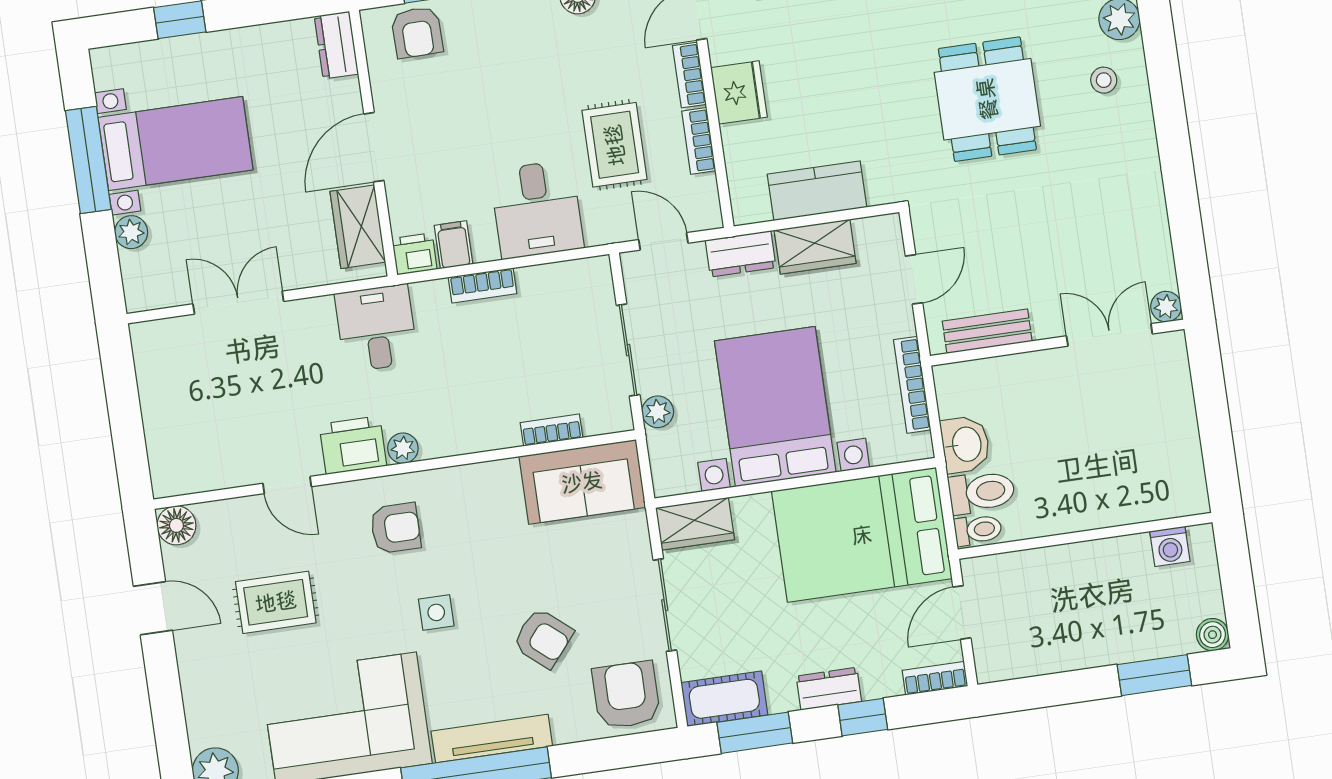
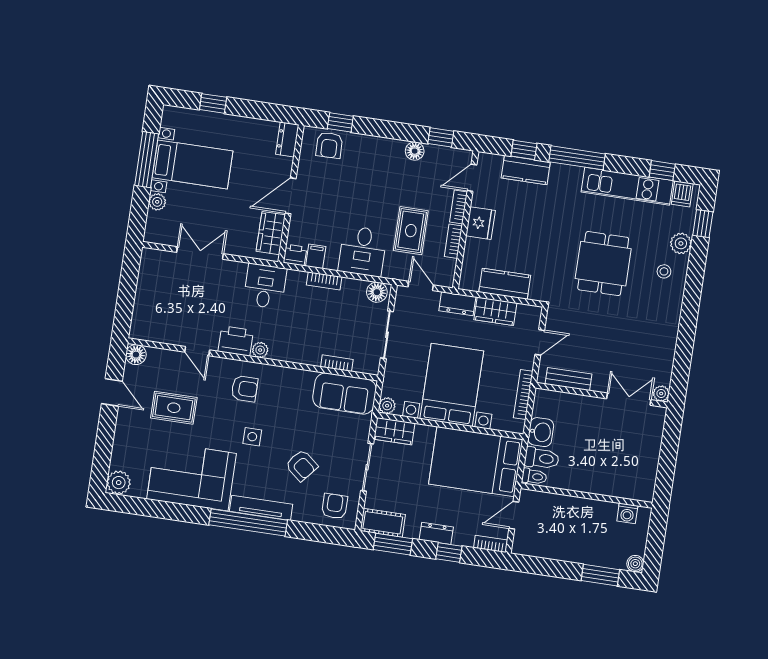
floor lamp: (586, 277) -> (377, 292), added
plant: (658, 412) -> (387, 406), moved
armchair: (626, 695) -> (335, 506), width x0.72, depth x0.72

